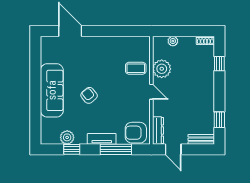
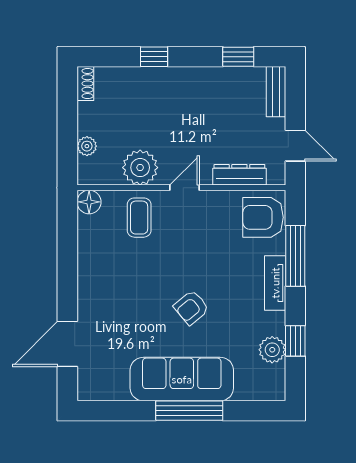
floor lamp: (144, 42) -> (89, 202), added
window: (219, 64) -> (154, 57), moved
window: (35, 94) -> (189, 411), added
dresser: (158, 130) -> (239, 175), moved
armchair: (136, 133) -> (263, 217), turned 90
door: (173, 149) -> (295, 146), hinge flipped

